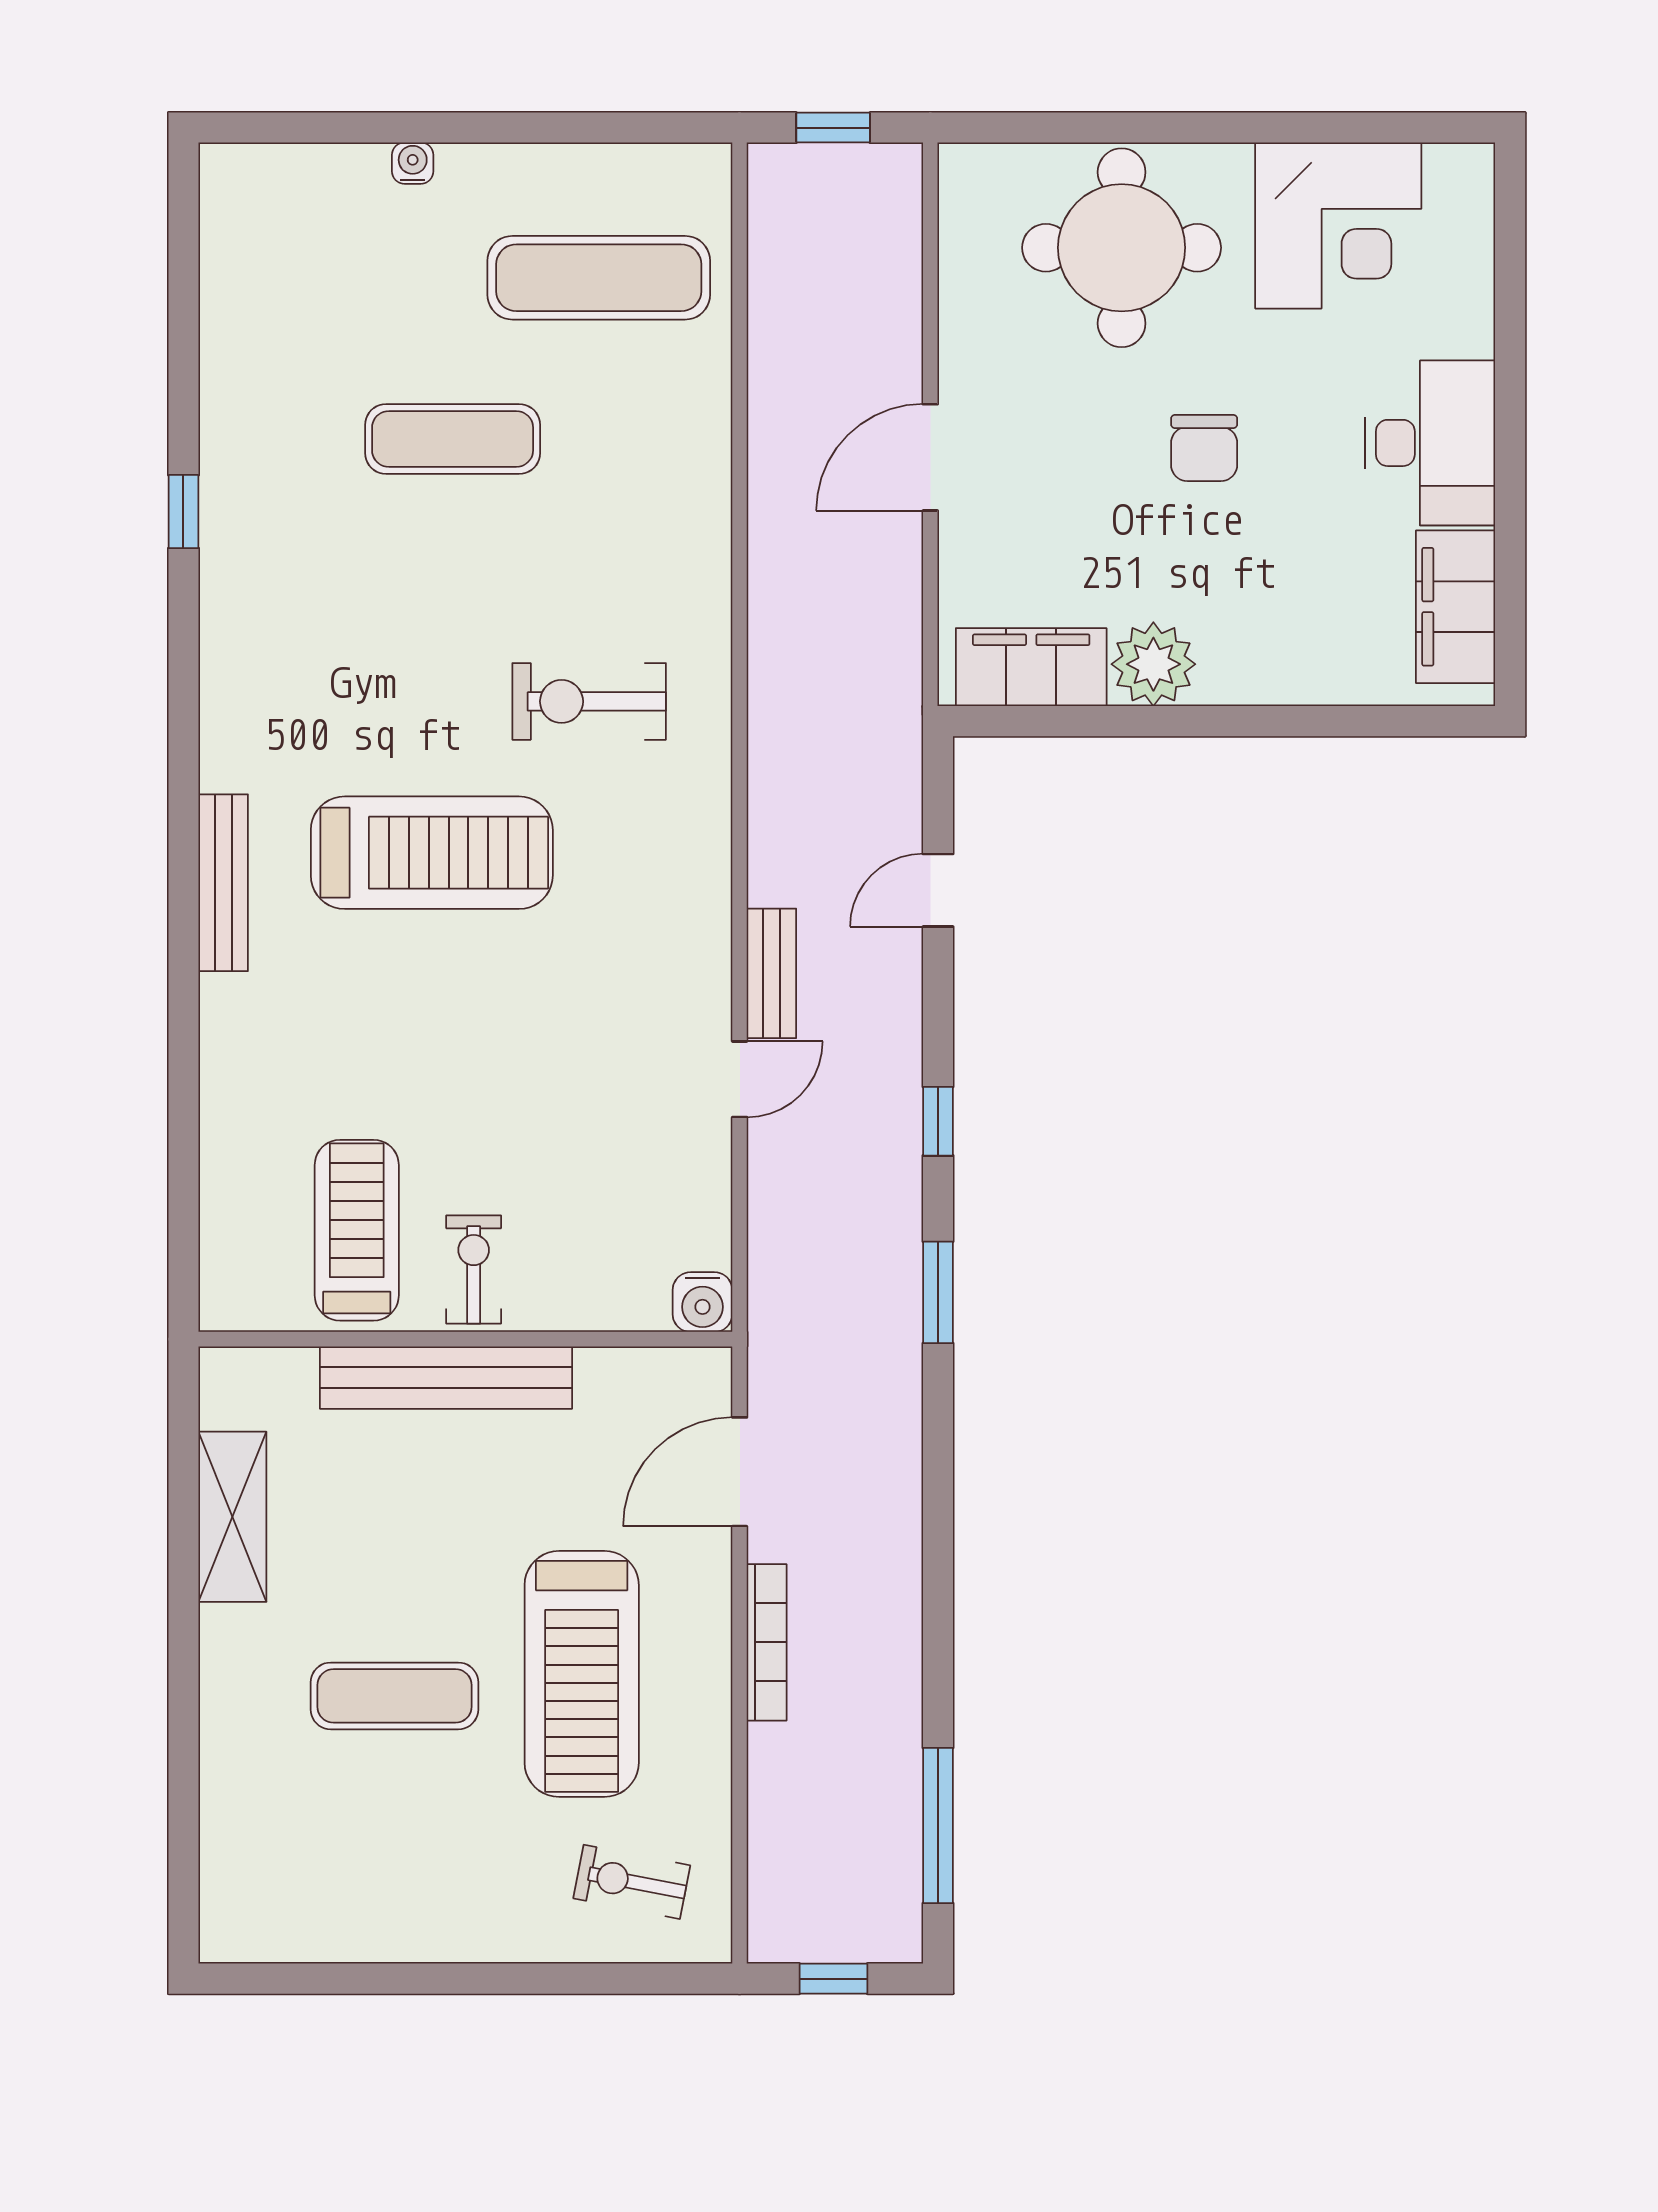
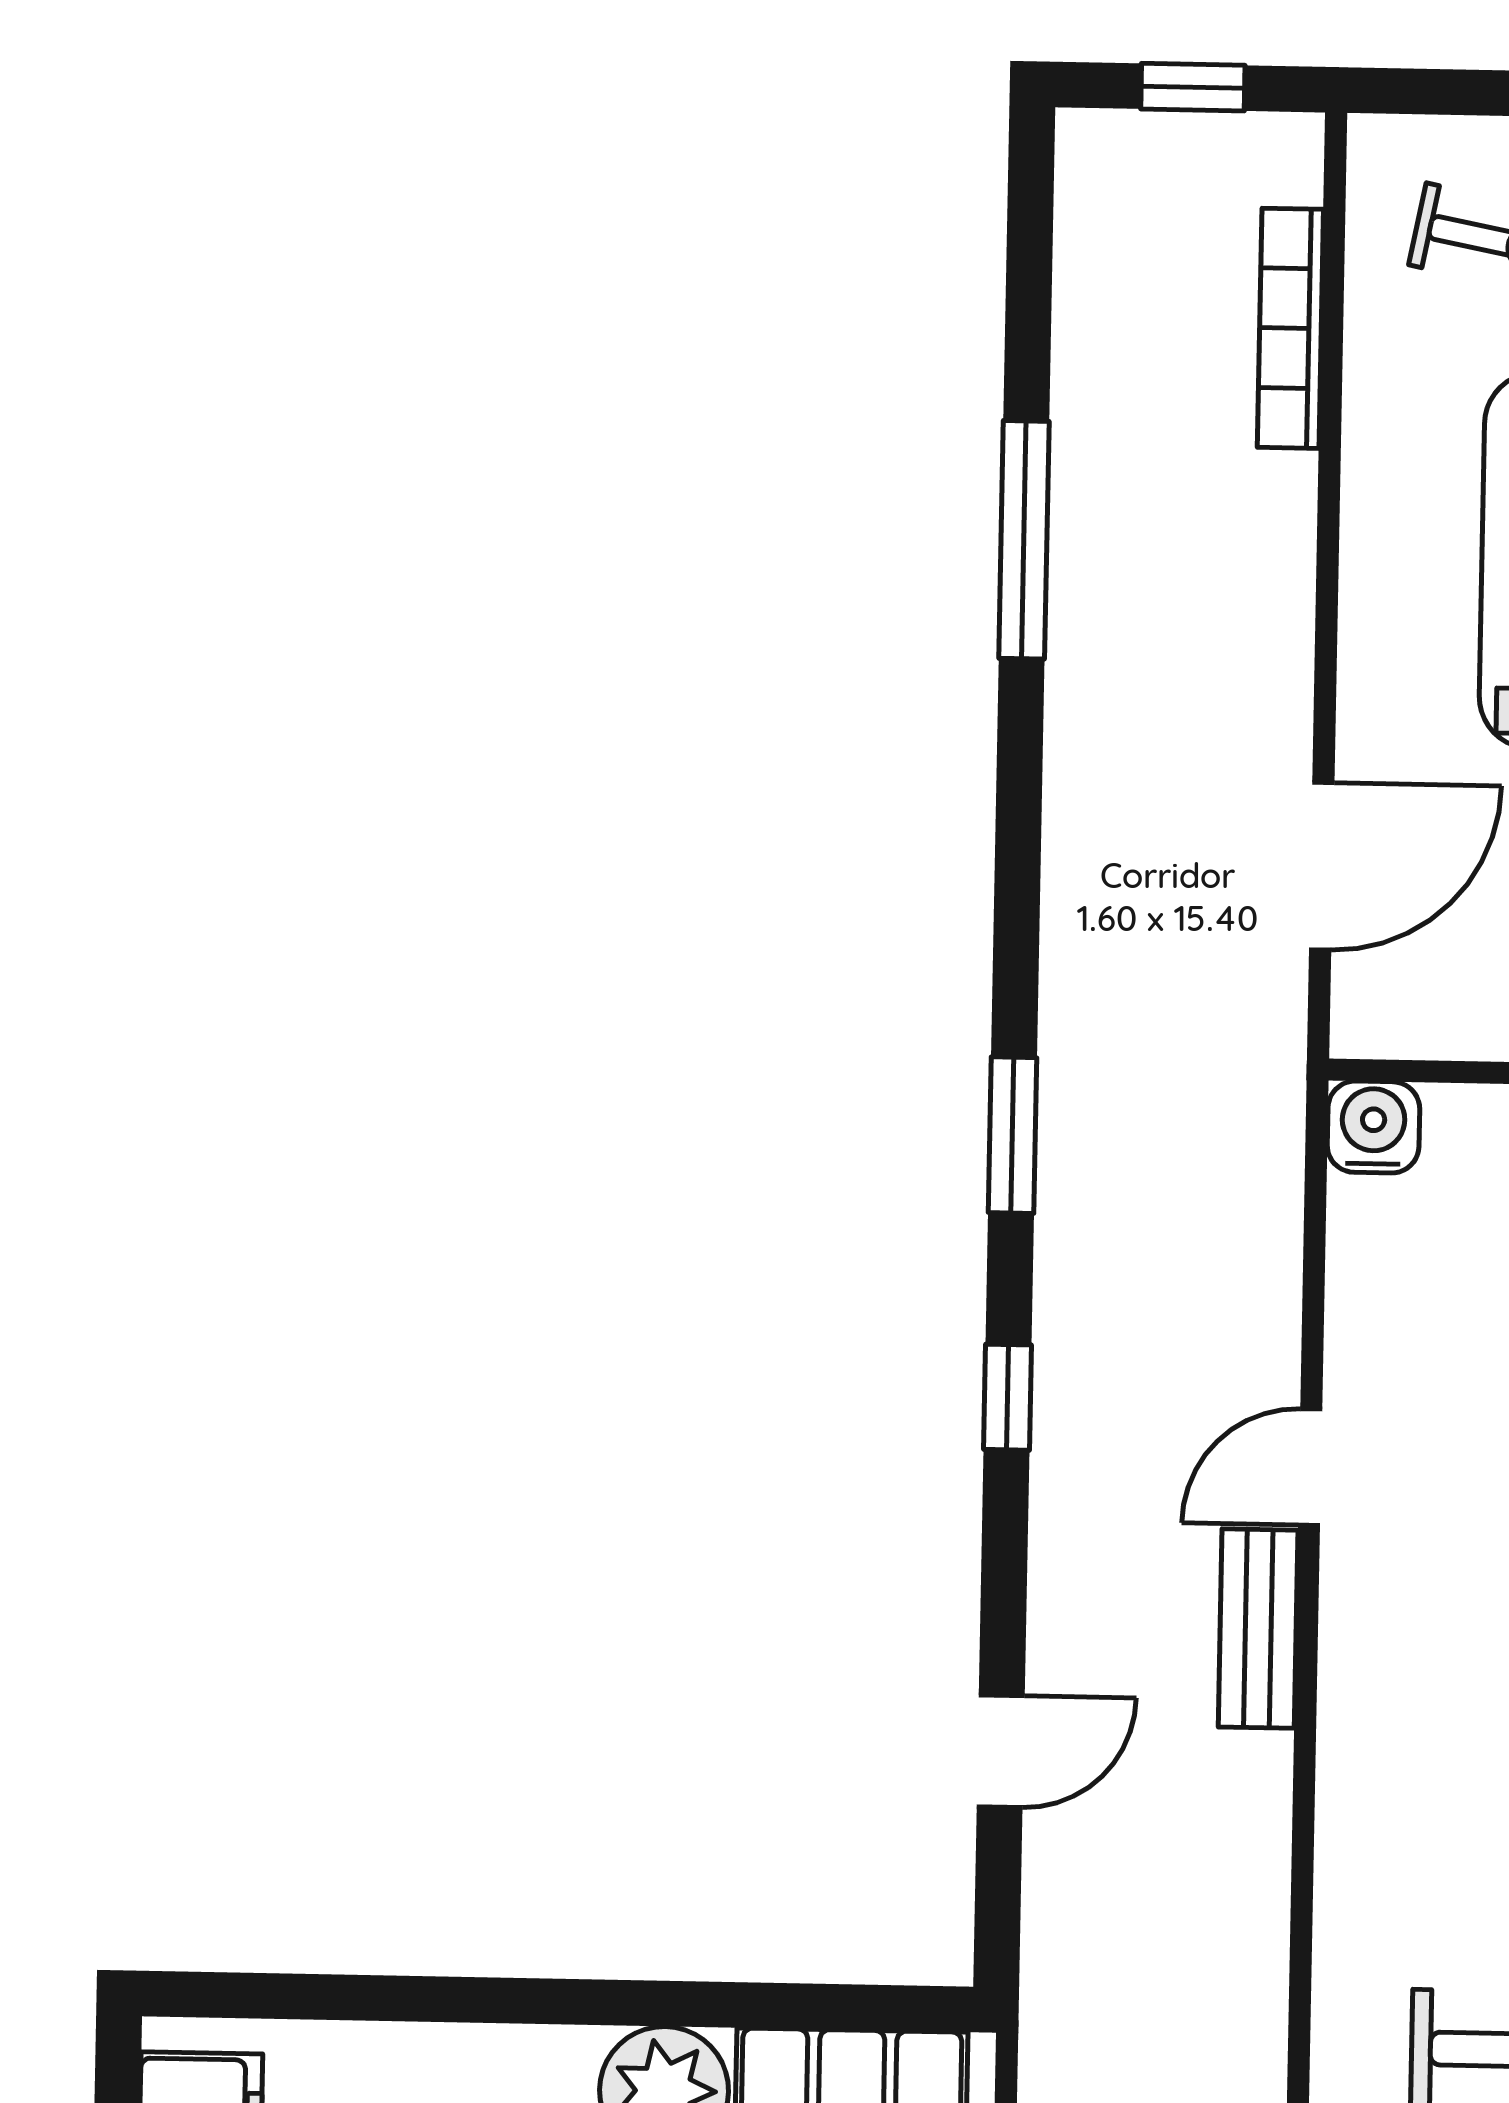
bookcase: (767, 1642) -> (1290, 328), moved
window: (938, 1825) -> (1024, 540), moved

